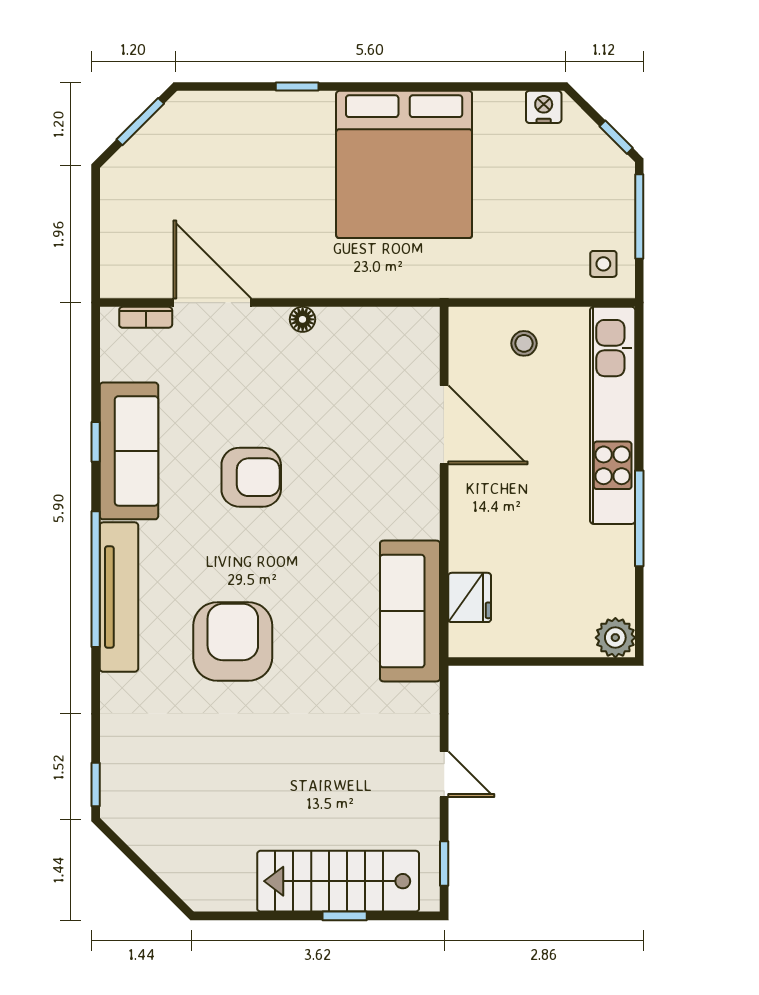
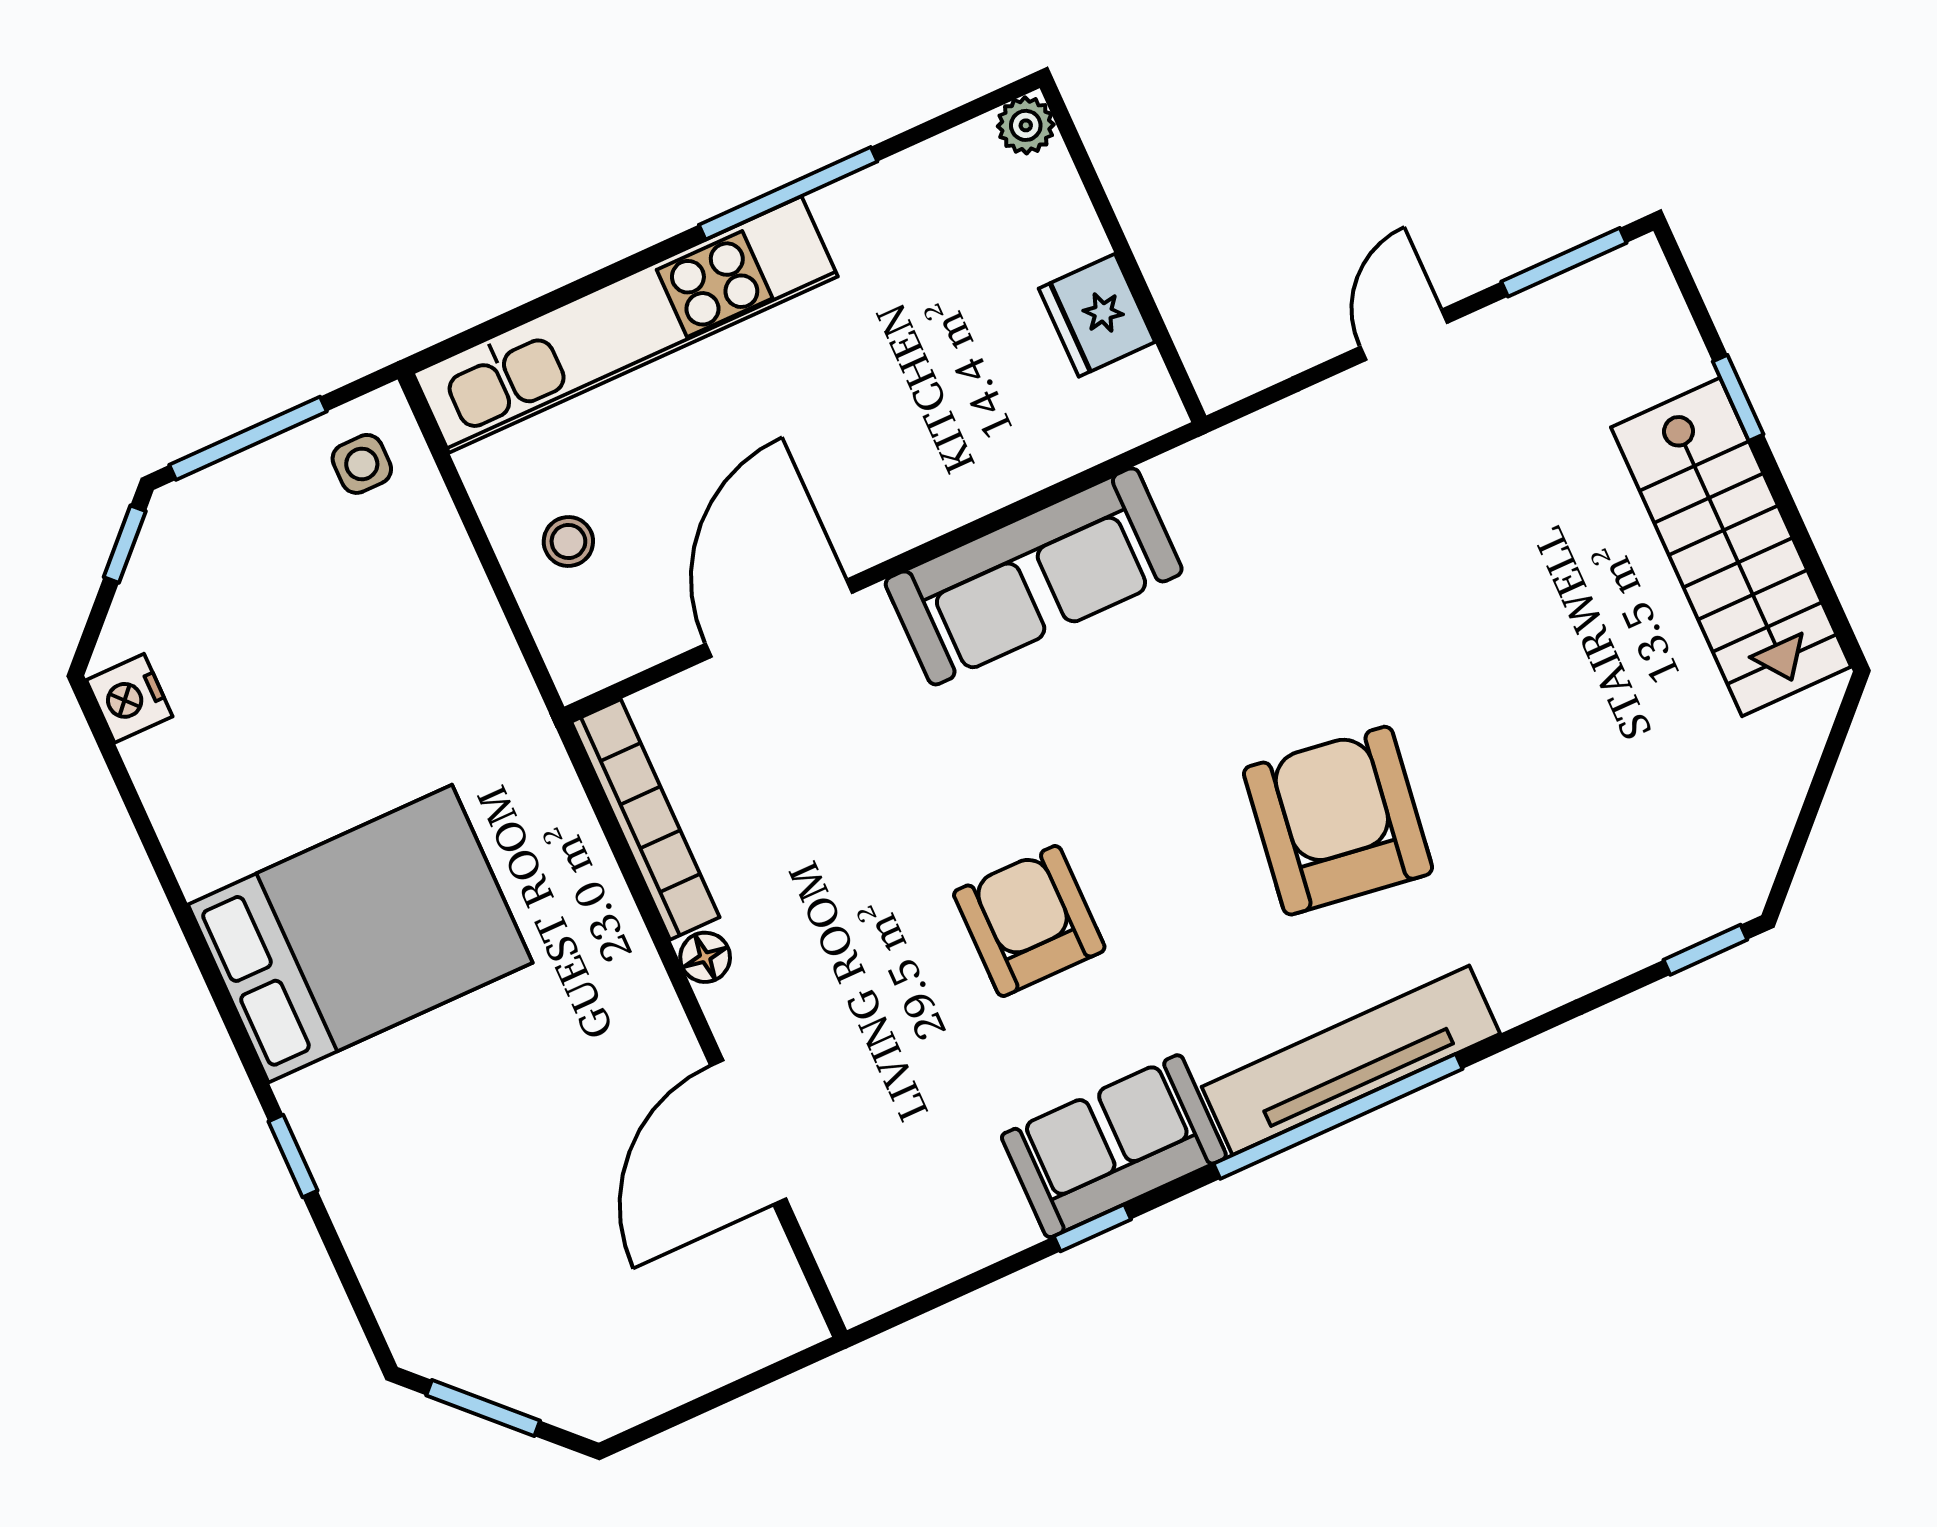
bed: (404, 164) -> (360, 934), width x0.73
bookcase: (146, 317) -> (645, 820), moved, width x2.31, depth x1.31
sofa: (129, 451) -> (1114, 1146), width x0.73
fridge: (470, 597) -> (1097, 315), moved, turned -90
sofa: (410, 611) -> (1034, 576), moved
plant: (615, 638) -> (1026, 125), width x0.73, depth x0.73
armchair: (233, 641) -> (1338, 821), turned 98
window: (444, 864) -> (1564, 262), width x1.50
stairs: (338, 881) -> (1731, 547), moved

